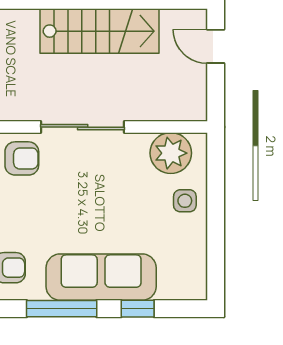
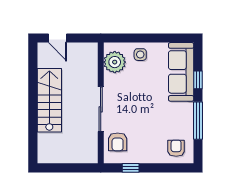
door: (216, 46) -> (58, 38), hinge flipped
armchair: (22, 158) -> (118, 142), turned 180
sofa: (101, 277) -> (181, 72), moved

